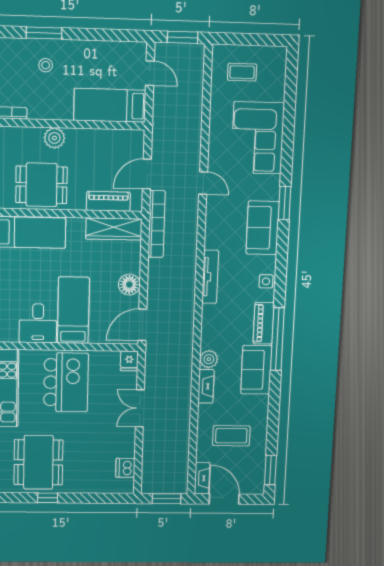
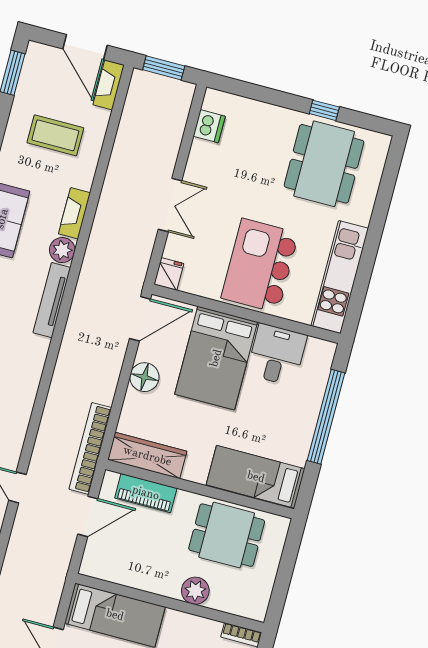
tv unit: (210, 277) -> (52, 300), moved
bed: (73, 310) -> (216, 358), width x1.50

